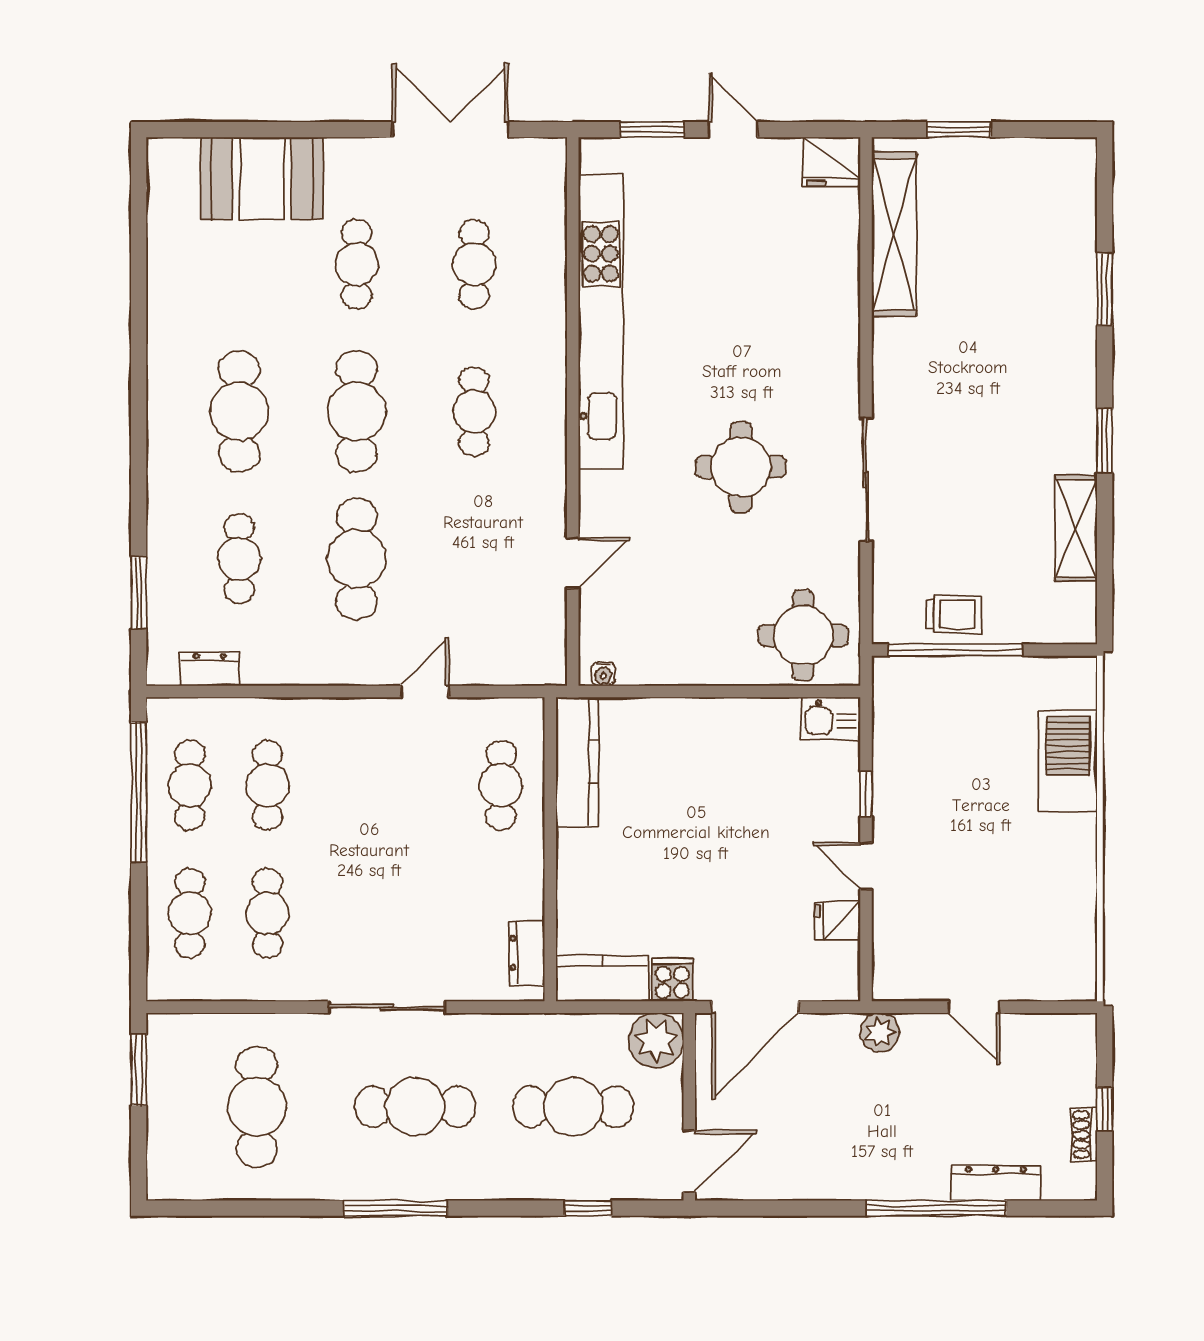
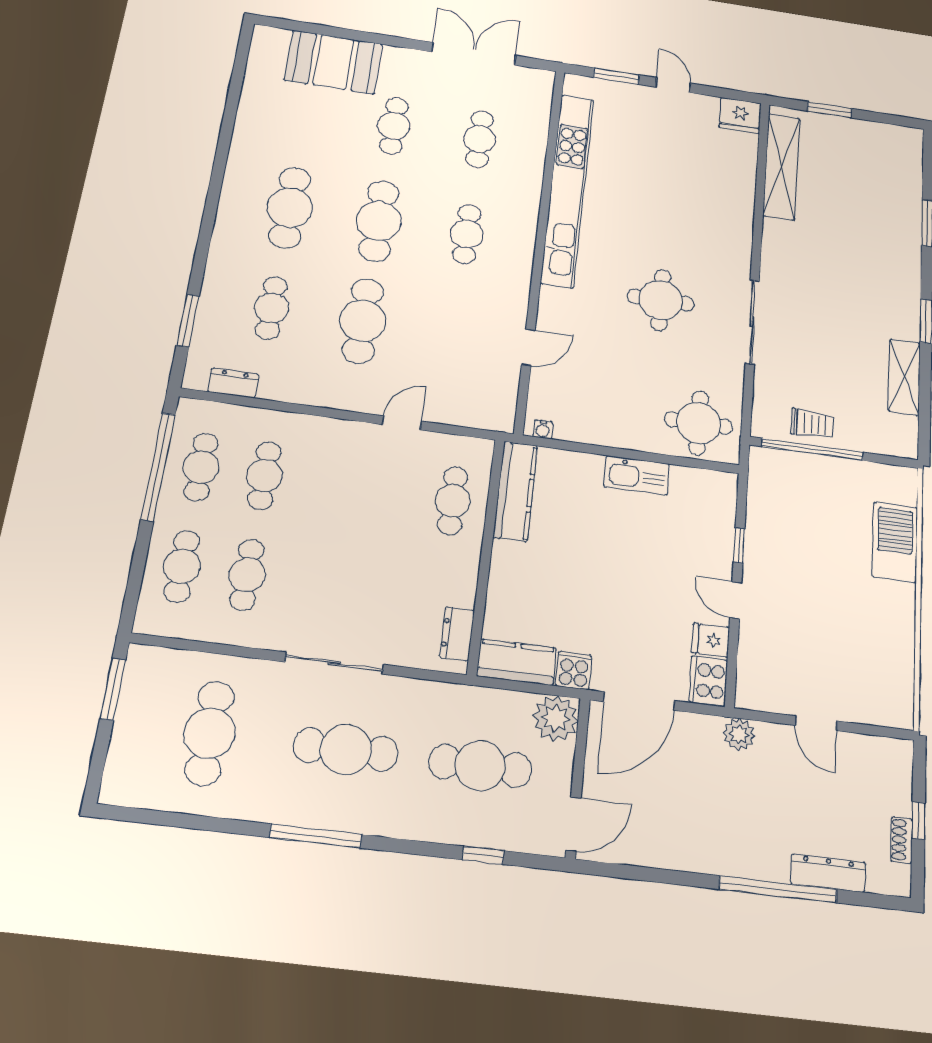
kitchen sink: (831, 719) -> (637, 475), moved, width x1.38
cooker: (838, 972) -> (708, 681), added

